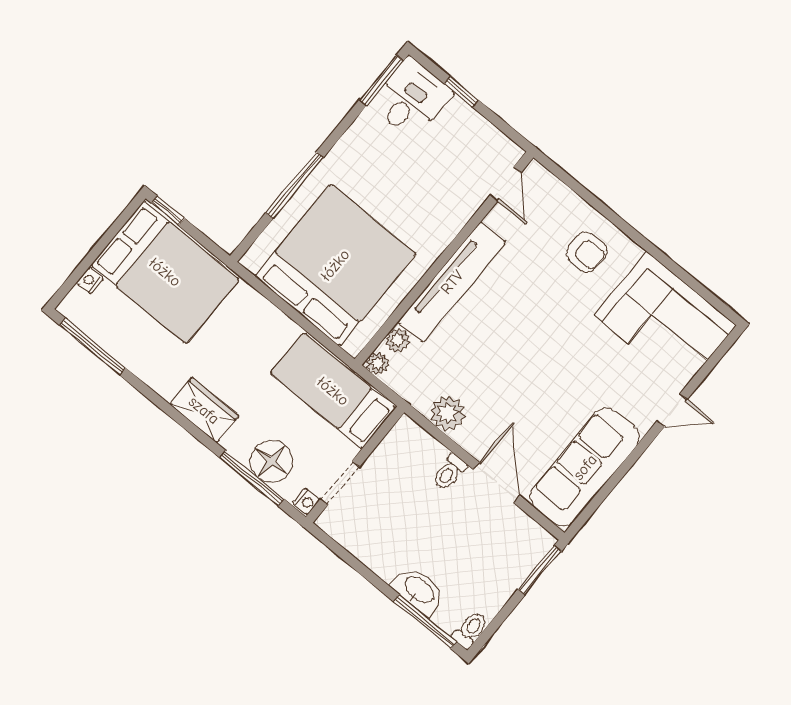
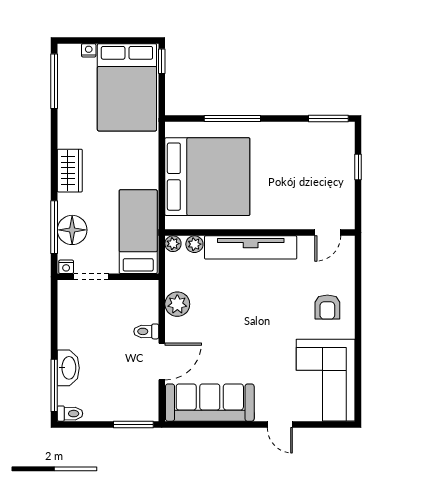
desk: (411, 98) -> (332, 143), removed

